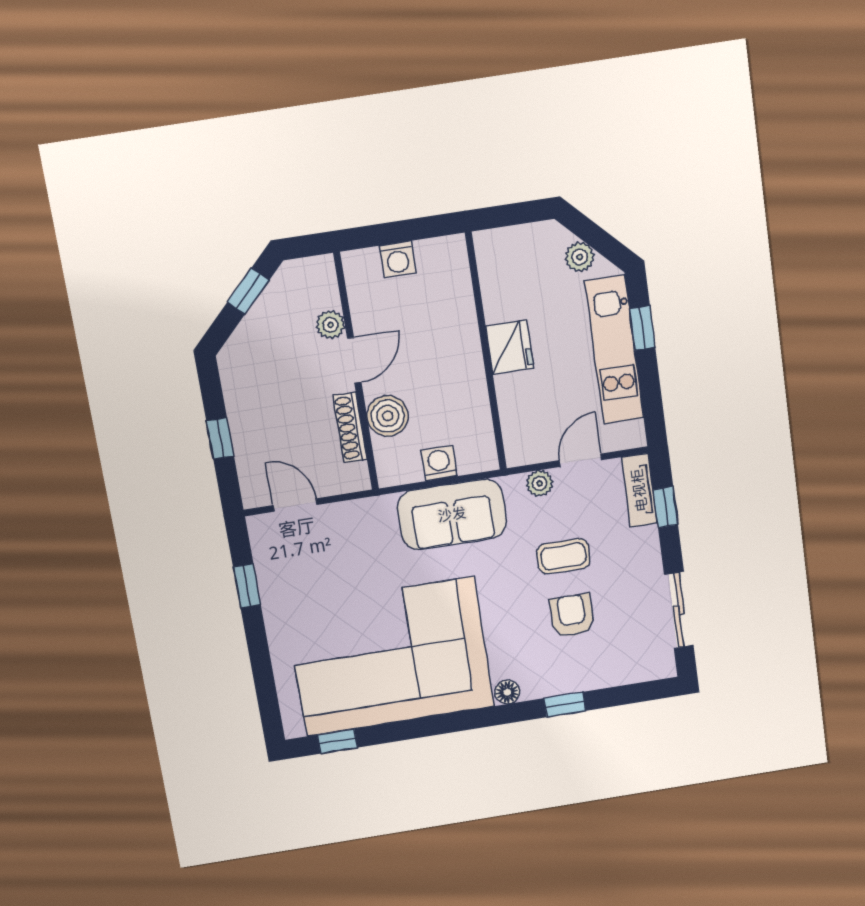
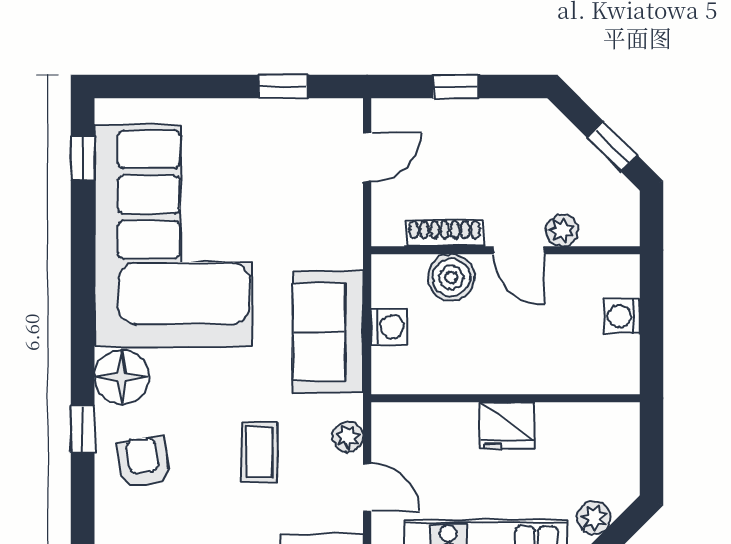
armchair: (572, 616) -> (143, 462), moved, turned -98
floor lamp: (507, 692) -> (122, 377), width x1.89, depth x1.89

